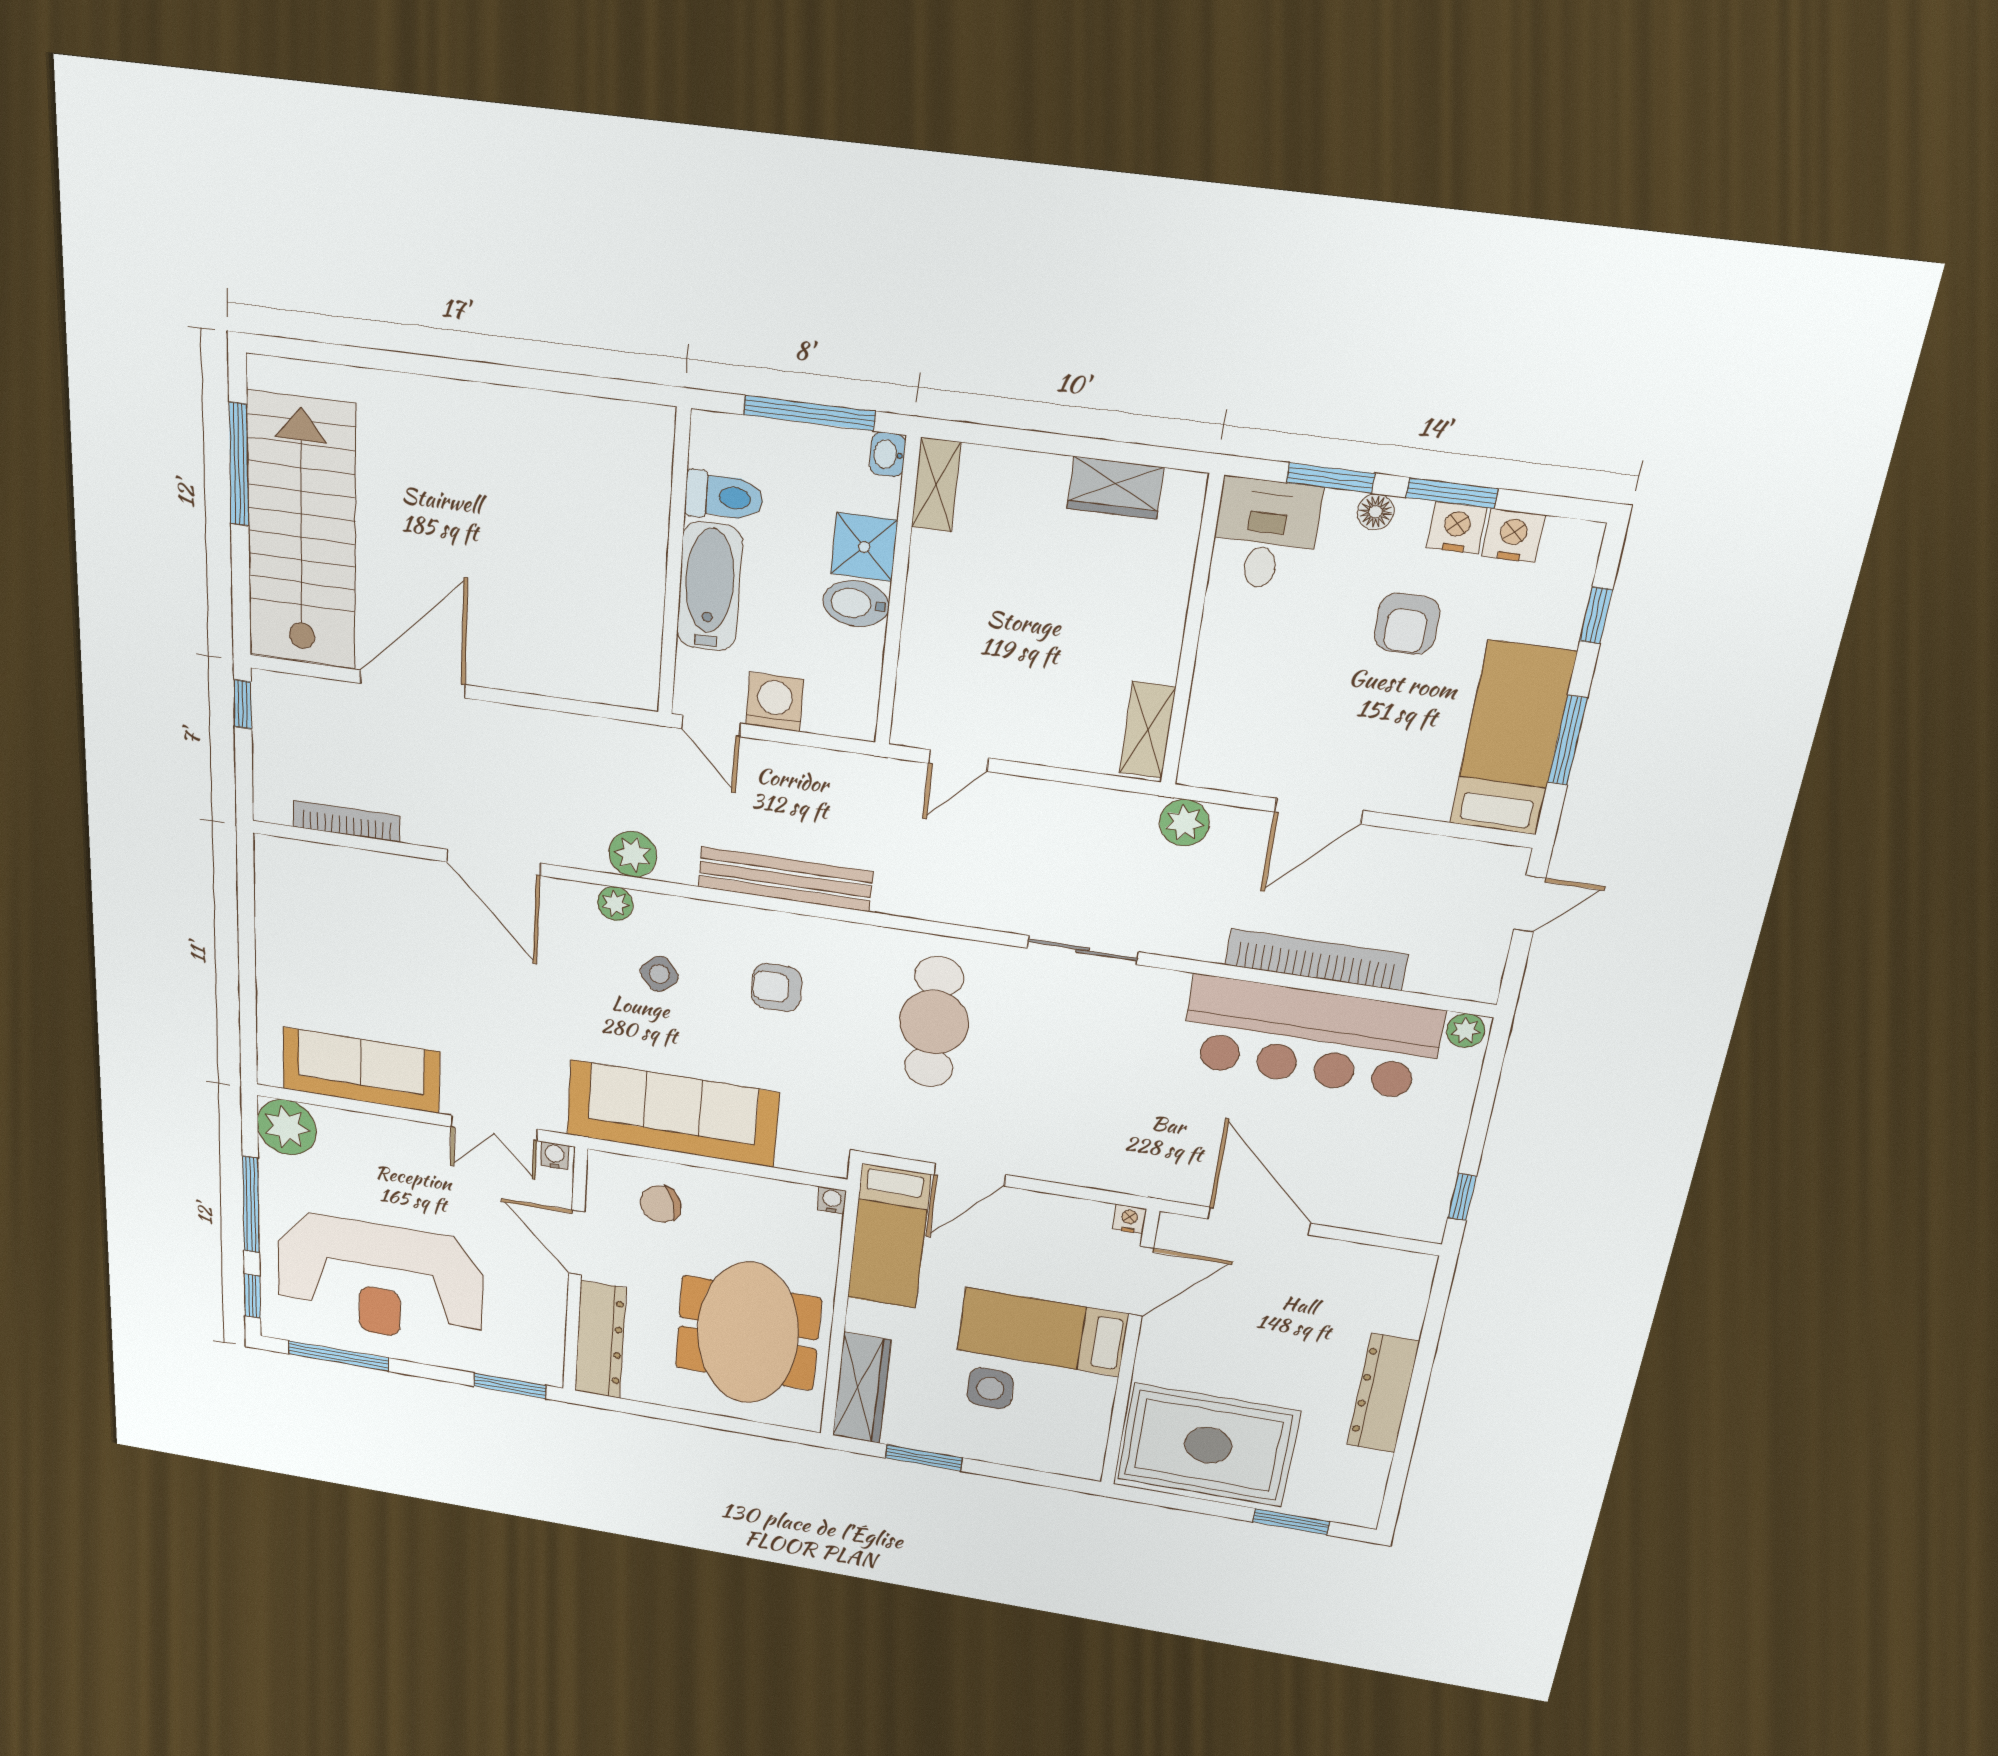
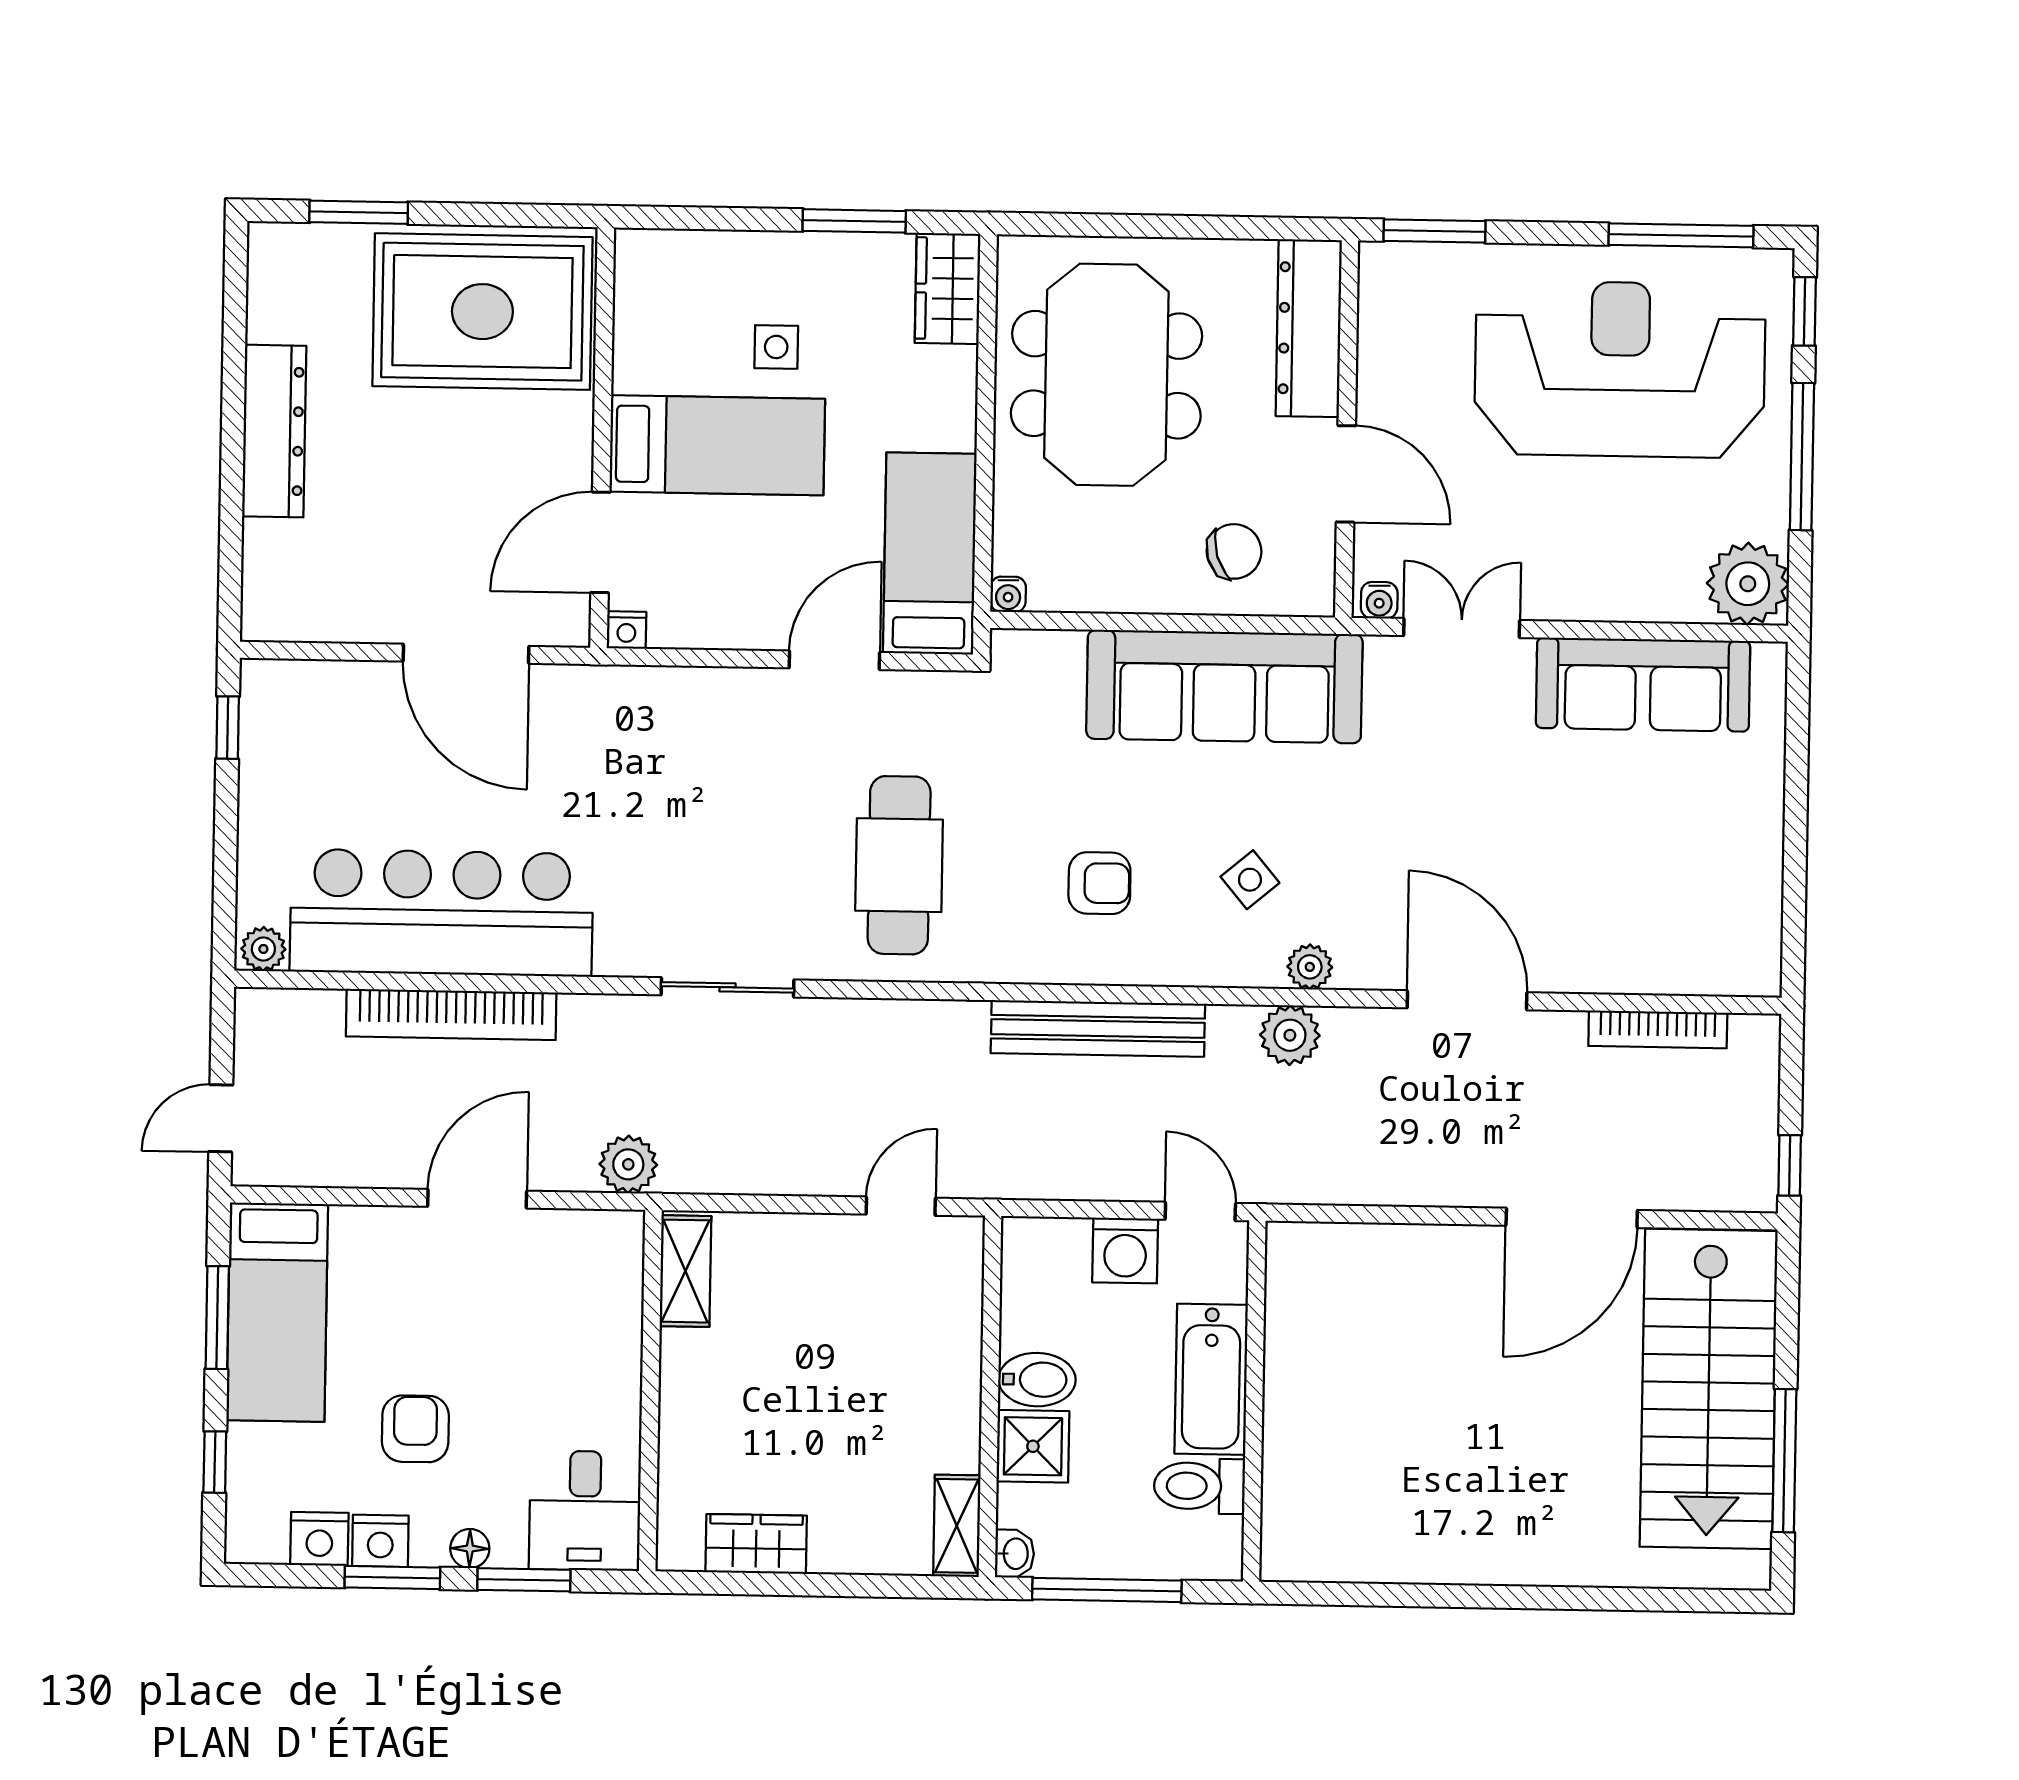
wardrobe: (862, 1388) -> (948, 288), width x0.67
side table: (990, 1388) -> (776, 347), width x0.73, depth x0.73

